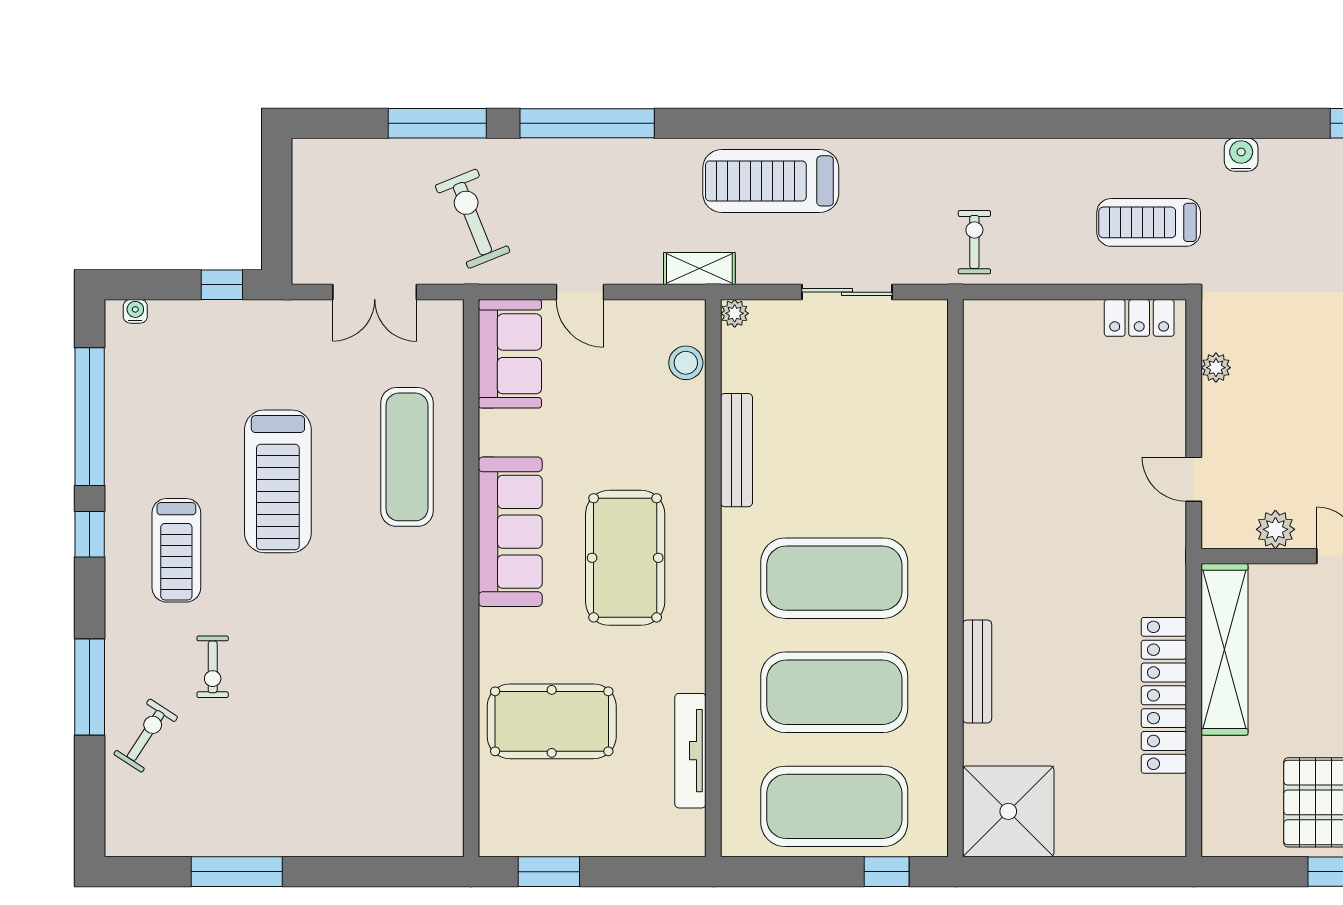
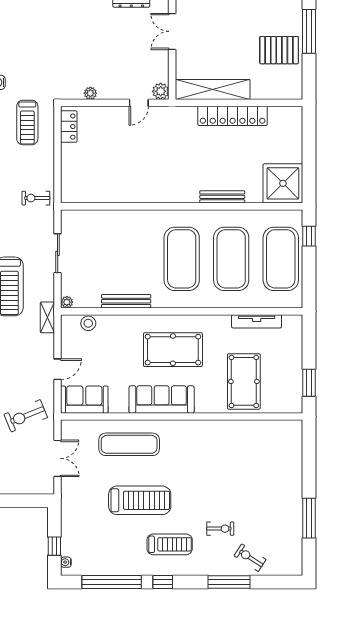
window: (222, 285) -> (54, 546), moved
plant: (1275, 529) -> (161, 91), moved

